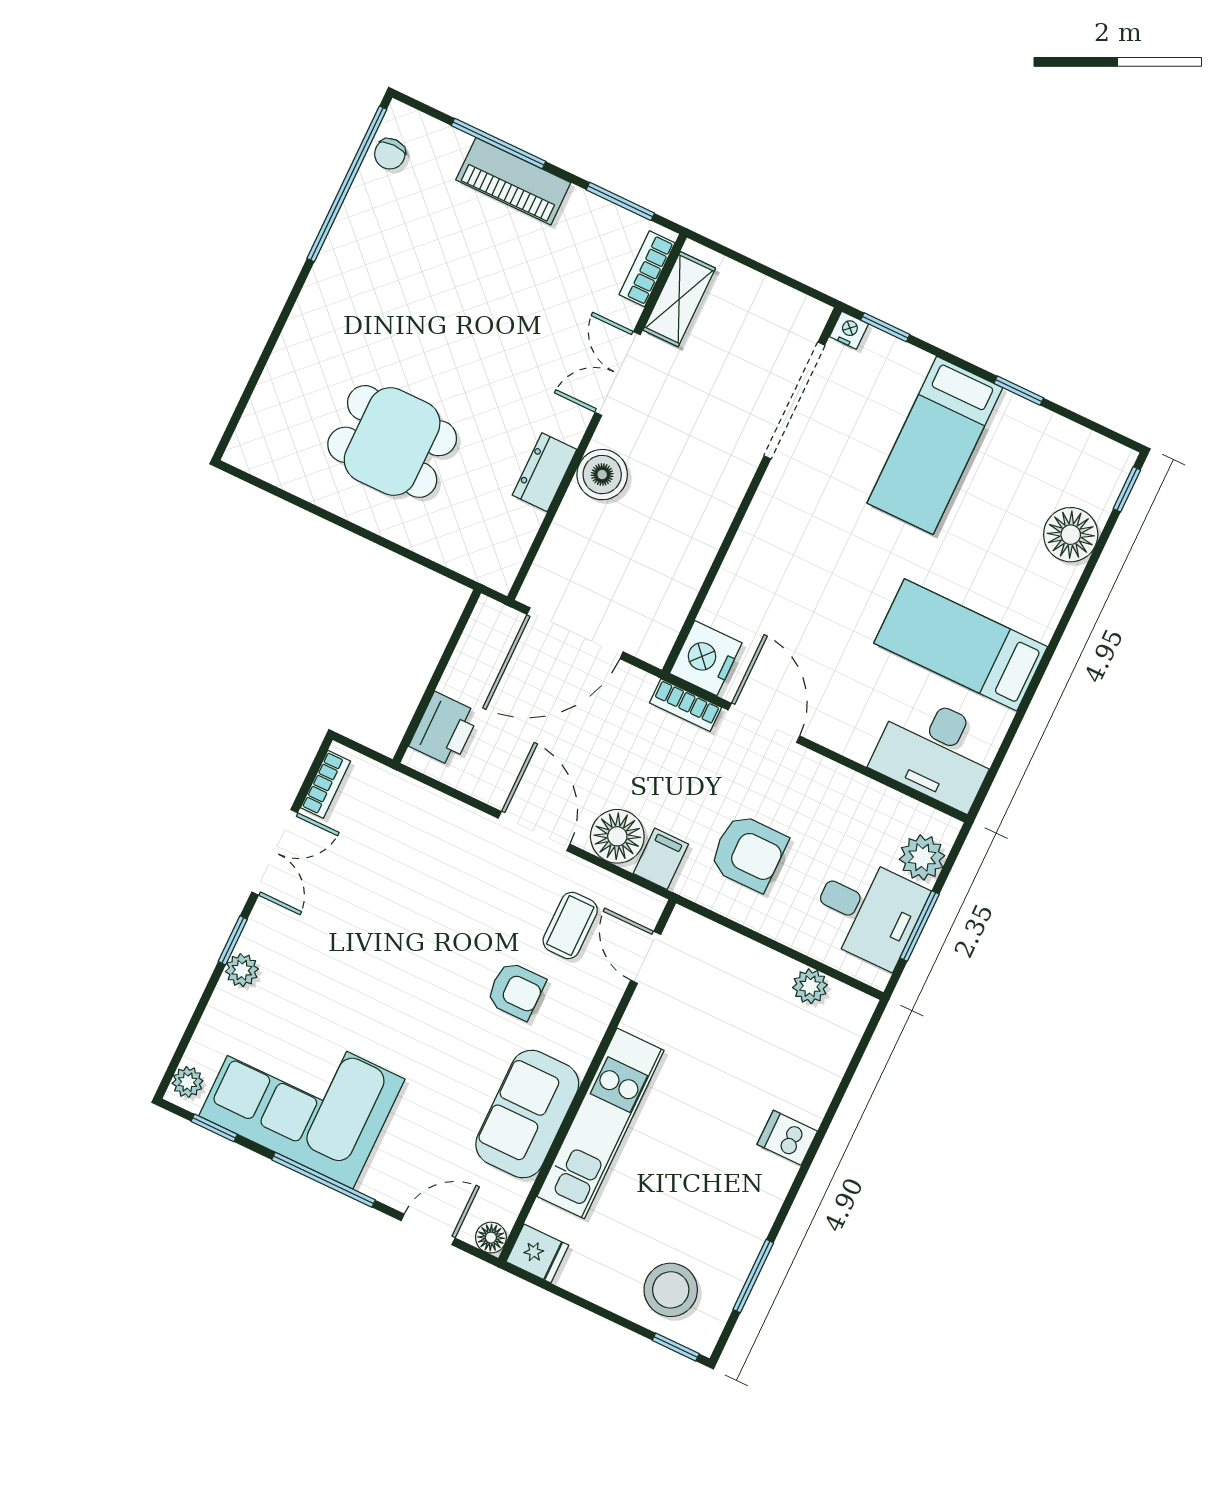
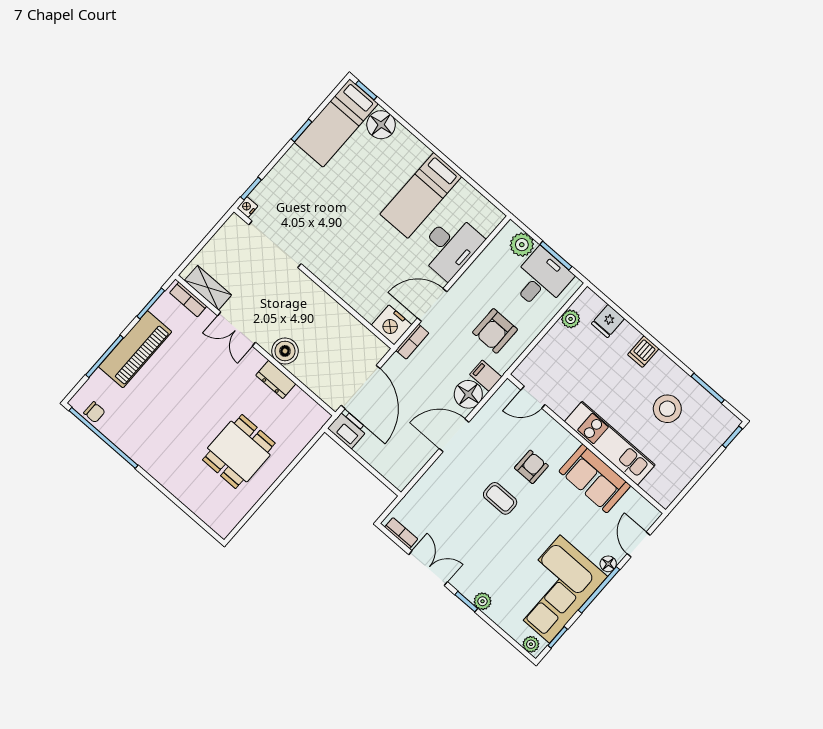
piano: (513, 181) -> (135, 349), width x1.37, depth x1.33
bed: (935, 445) -> (336, 123), moved, turned 90
printer: (444, 729) -> (348, 429), moved
desk: (936, 751) -> (450, 246), moved
armchair: (748, 853) -> (495, 331), turned 180
coffee table: (570, 925) -> (500, 498), moved
floor lamp: (491, 1238) -> (608, 564), moved
fridge: (537, 1253) -> (608, 321), moved, turned 180
stool: (671, 1290) -> (667, 409), moved

